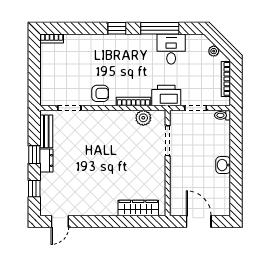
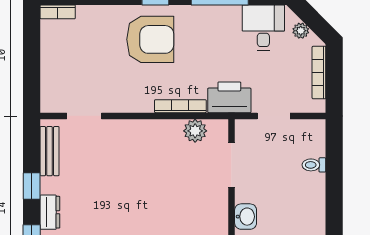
desk: (171, 49) -> (263, 28), moved
armchair: (100, 93) -> (150, 39), moved, width x1.88, depth x1.88
toilet: (223, 115) -> (314, 165), moved
dresser: (46, 161) -> (50, 212), moved
washbasin: (223, 165) -> (246, 217), moved, turned 180

